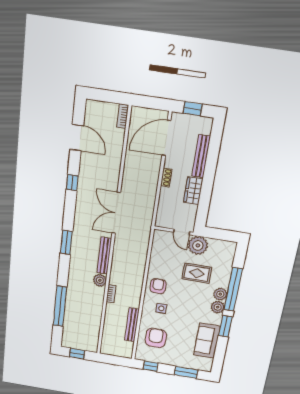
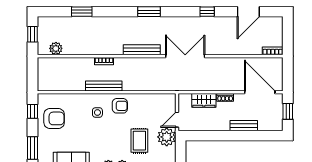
bench: (201, 156) -> (244, 126), width x0.73
wardrobe: (193, 191) -> (204, 100), moved, turned 180
plant: (100, 280) -> (56, 48), moved
window: (60, 306) -> (82, 12), width x0.47
bench: (132, 325) -> (104, 86), moved
armchair: (156, 338) -> (54, 118), moved

